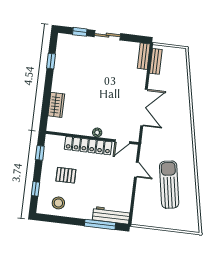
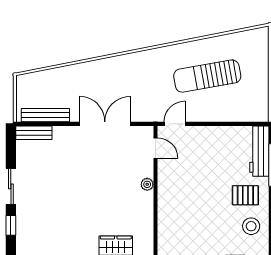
bench: (156, 61) -> (45, 115), width x1.36
locker: (88, 146) -> (167, 195), removed
door: (136, 170) -> (175, 124), moved
pallet: (66, 175) -> (245, 195), moved, turned 90

